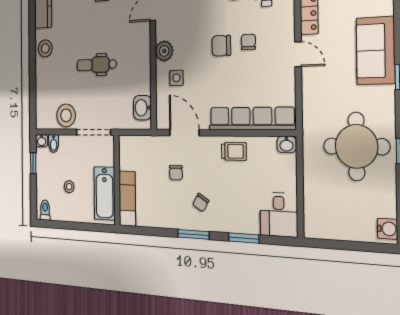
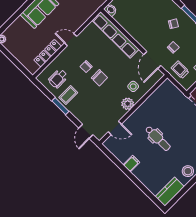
door: (298, 54) -> (71, 40), hinge flipped
dental chair: (97, 65) -> (158, 138), moved
washbasin: (142, 108) -> (163, 91), removed
trolley: (234, 151) -> (180, 70), moved

